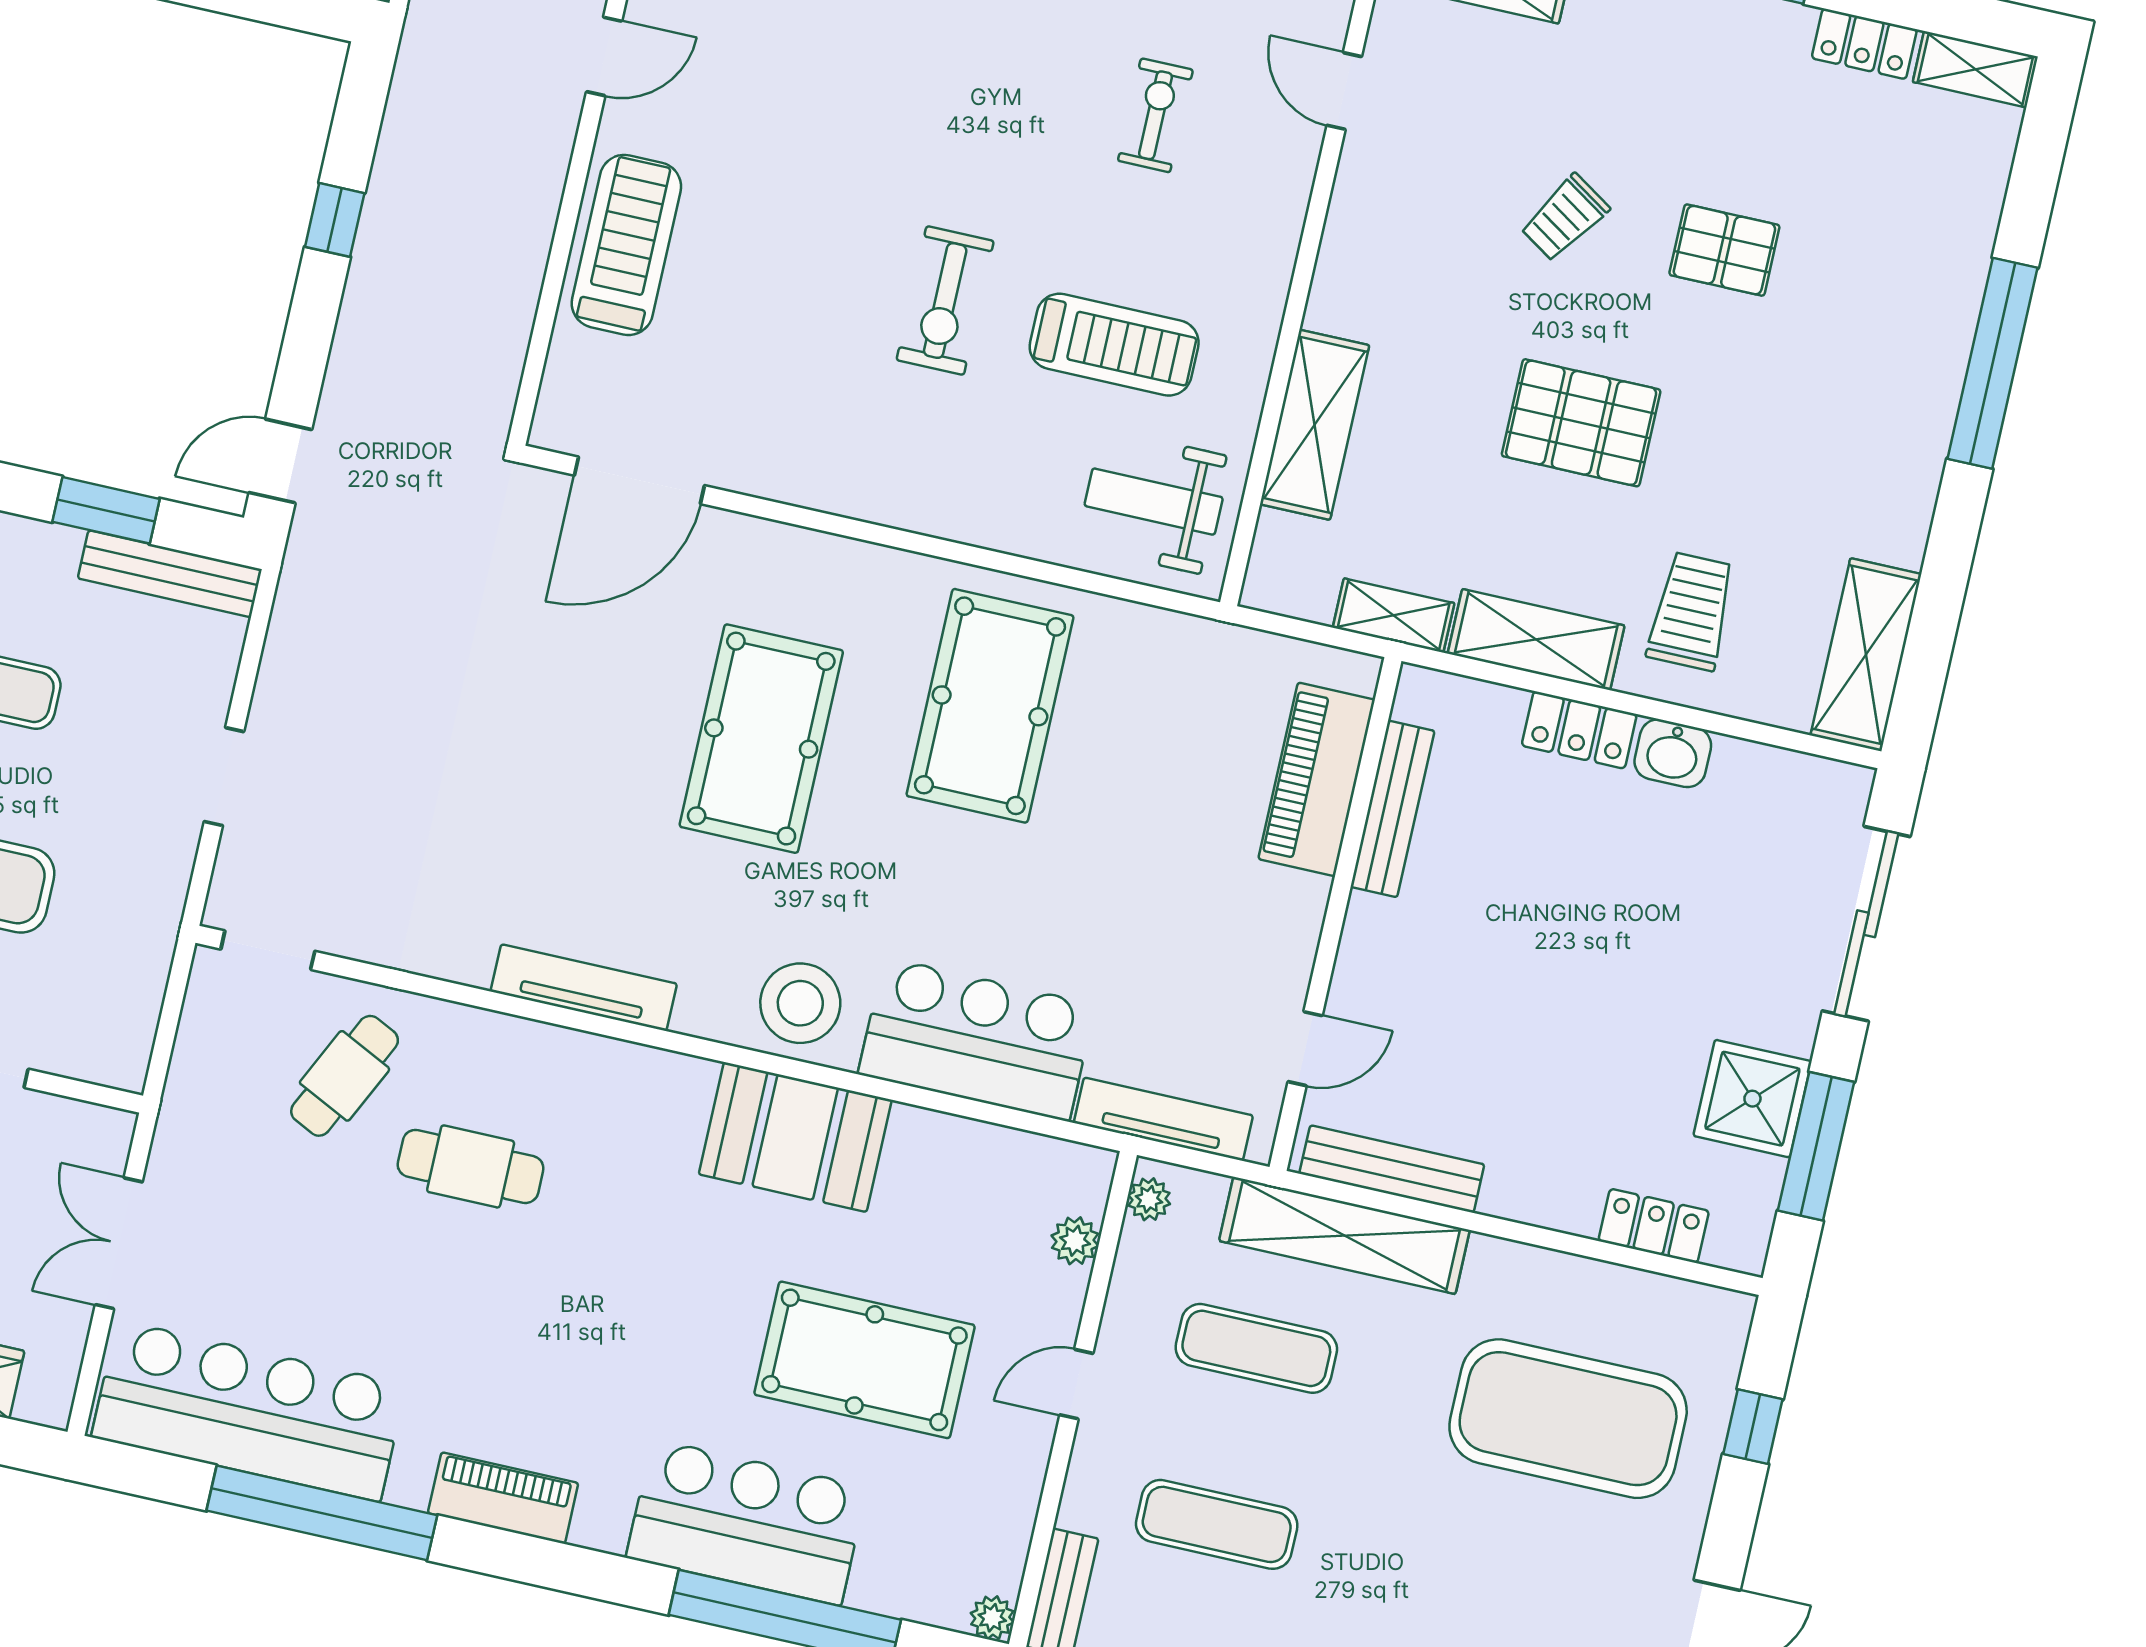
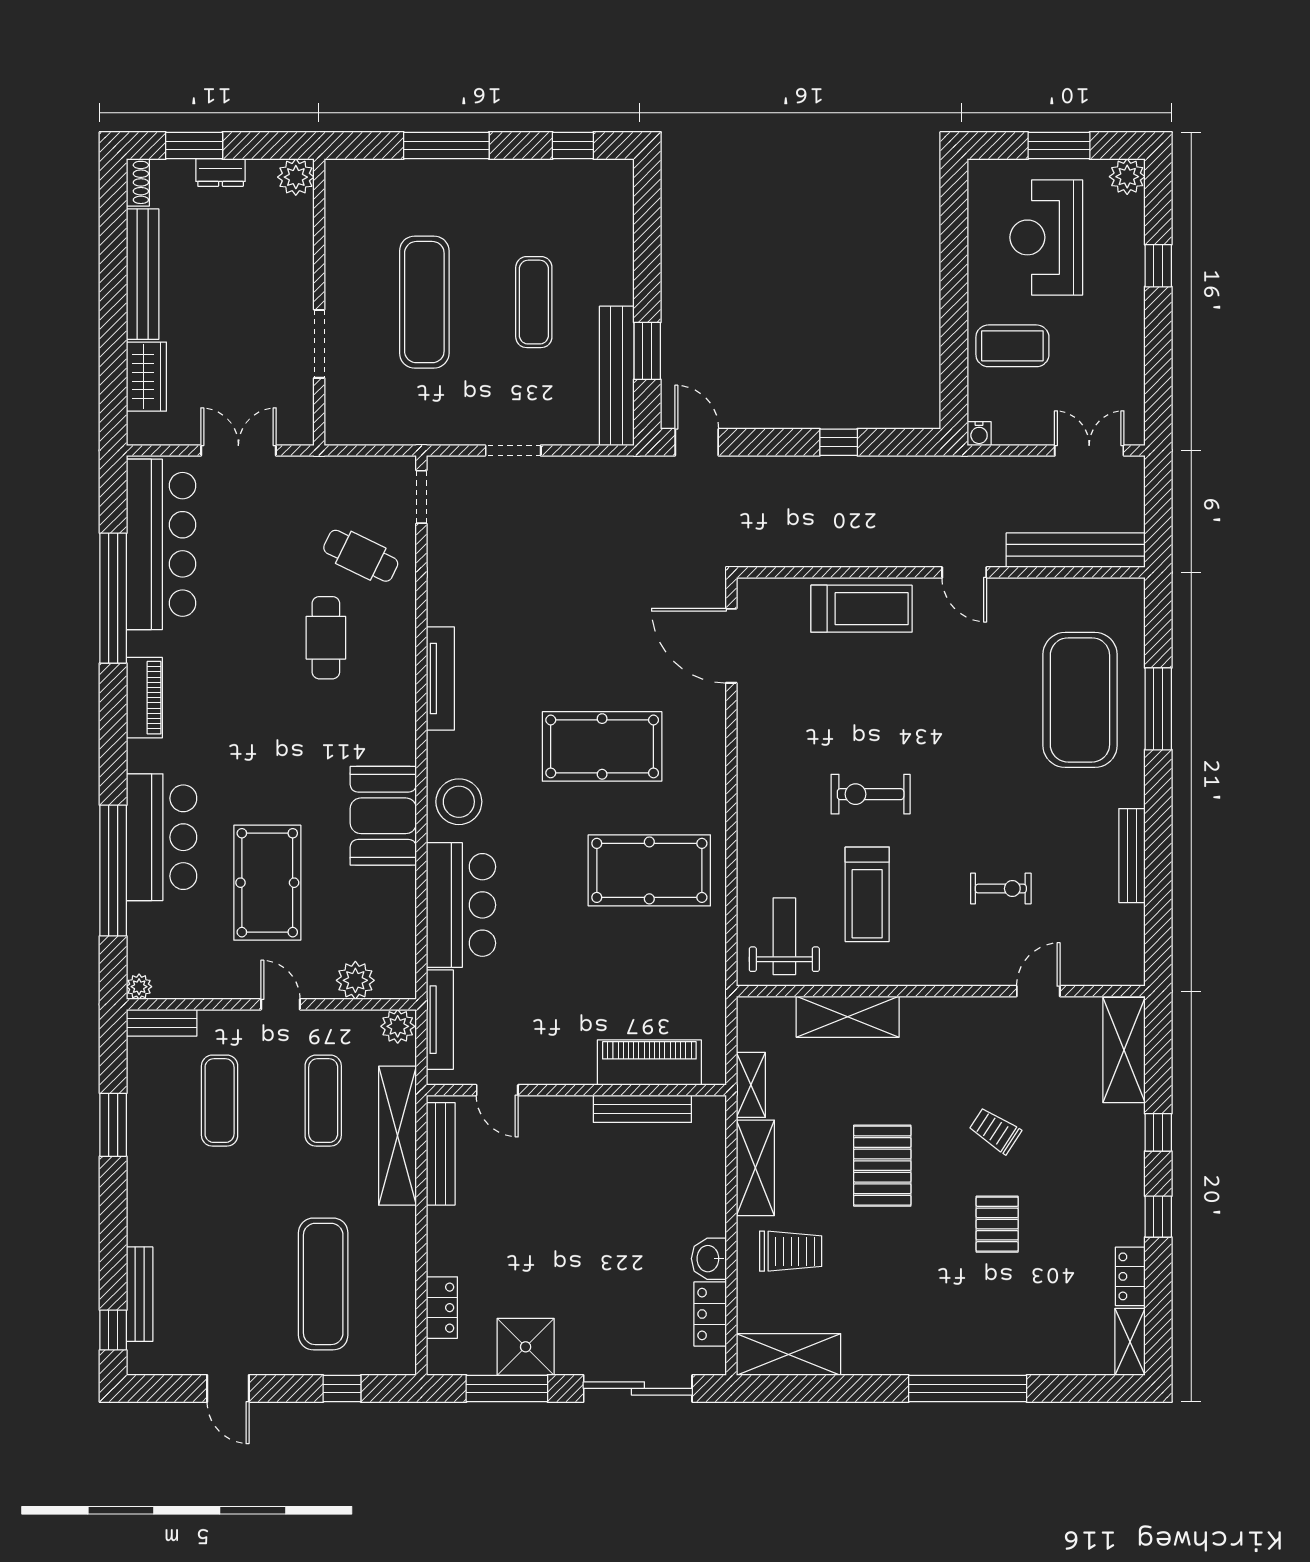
bench: (170, 574) -> (617, 376), width x1.37, depth x1.21
locker: (1579, 730) -> (710, 1314), moved
plant: (1149, 1199) -> (398, 1026), width x1.38, depth x1.38
plant: (1075, 1241) -> (355, 980), width x1.38, depth x1.38
exercise mat: (1568, 1419) -> (323, 1284), width x0.68

